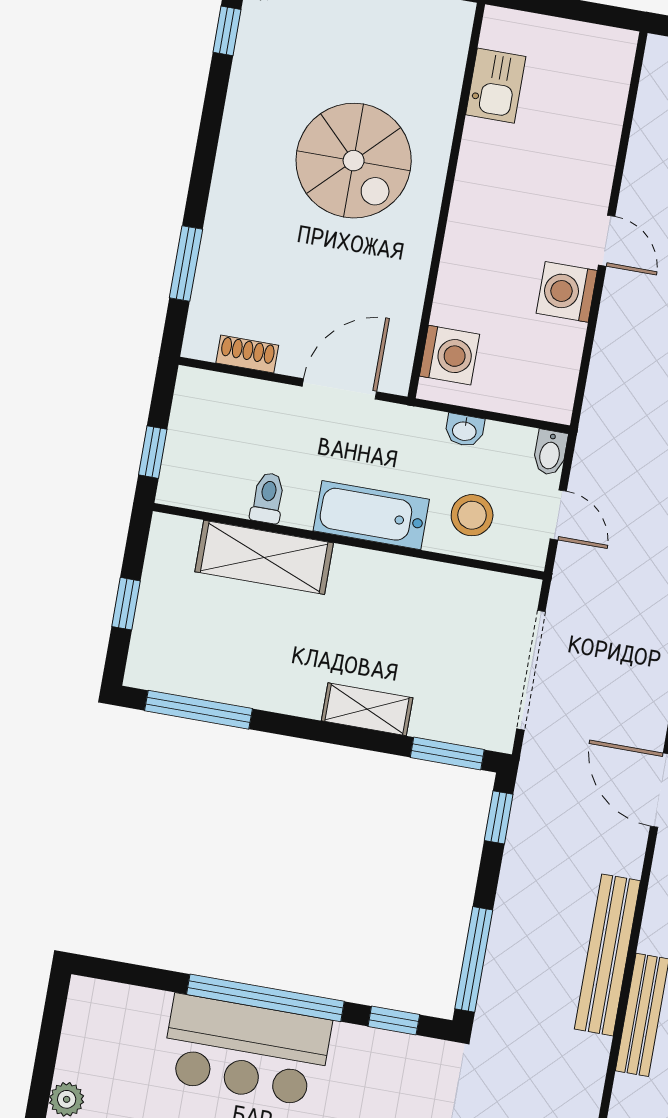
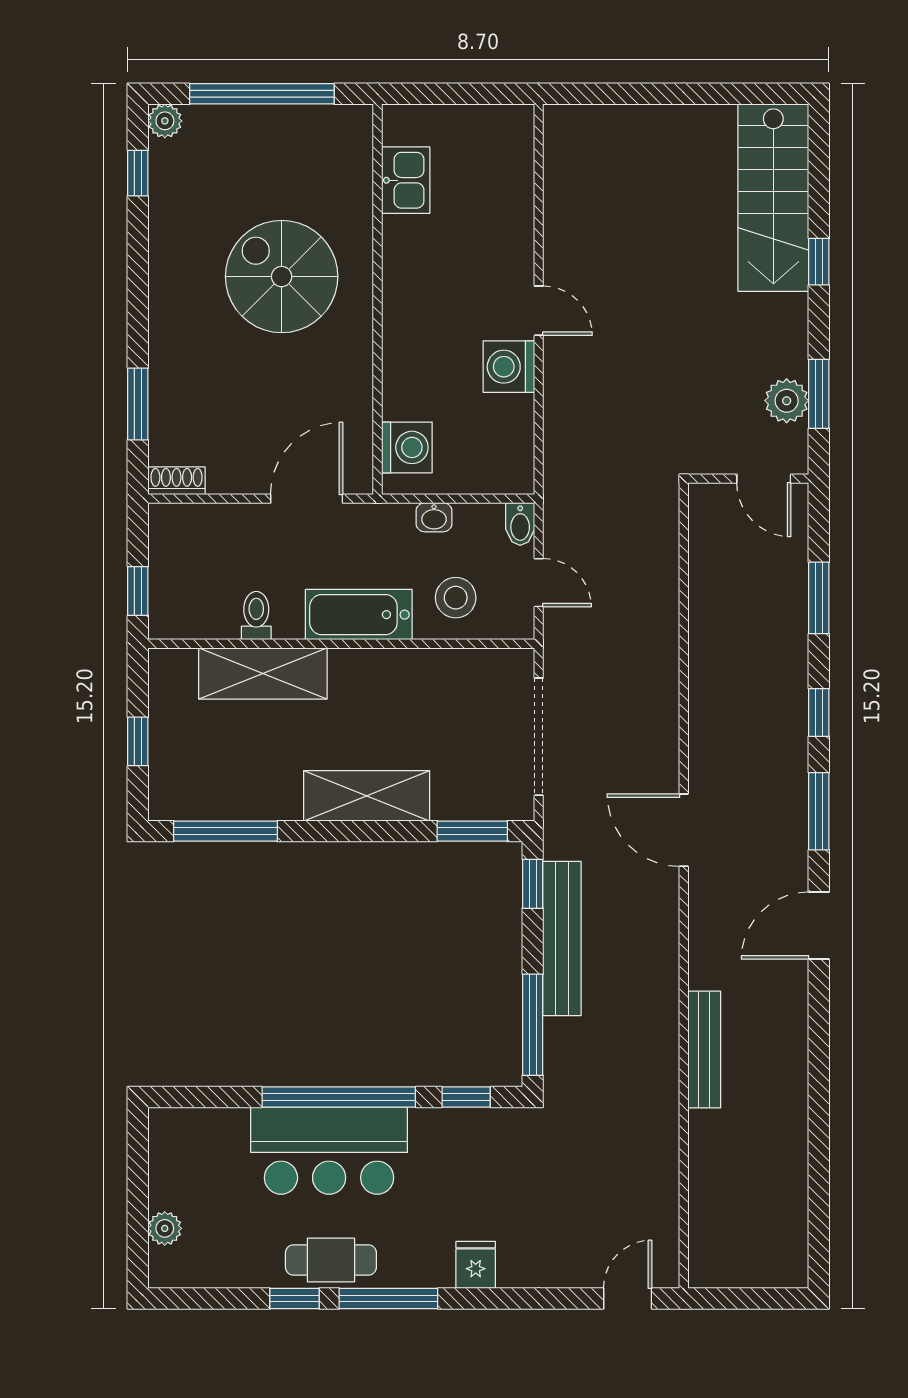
spiral stairs: (354, 161) -> (282, 277), turned 180
shoe rack: (247, 354) -> (177, 481), moved
shelving: (367, 709) -> (367, 796), width x1.50, depth x1.33
bench: (607, 955) -> (562, 939), moved

